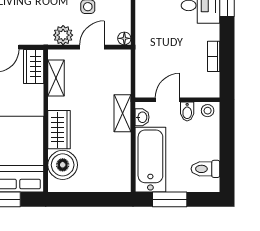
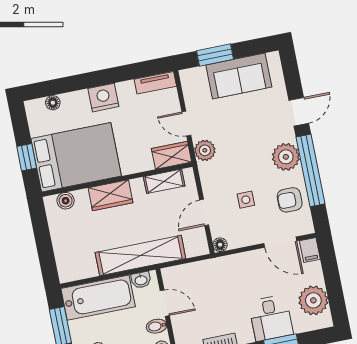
plant: (63, 35) -> (205, 150), moved
door: (92, 47) -> (204, 212), swing flipped
shelving: (122, 113) -> (140, 256), width x2.20, depth x1.33
boiler: (63, 165) -> (66, 201), width x0.54, depth x0.54

